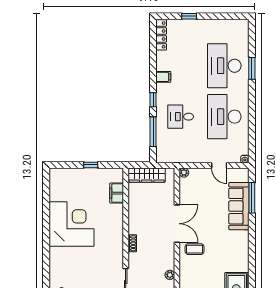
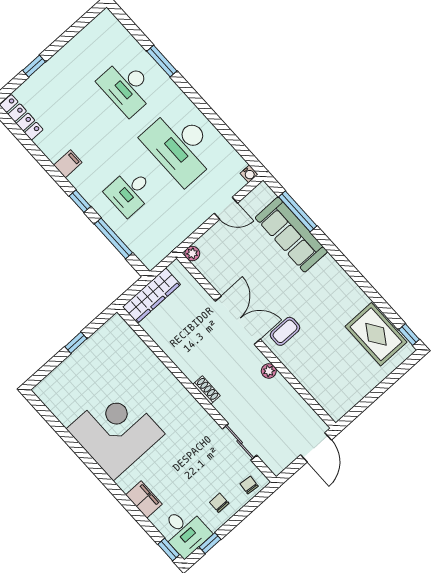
desk: (224, 66) -> (127, 87), width x0.73, depth x0.77
filing cabinet: (117, 193) -> (144, 499), moved, turned 180
plant: (170, 275) -> (269, 371), moved

